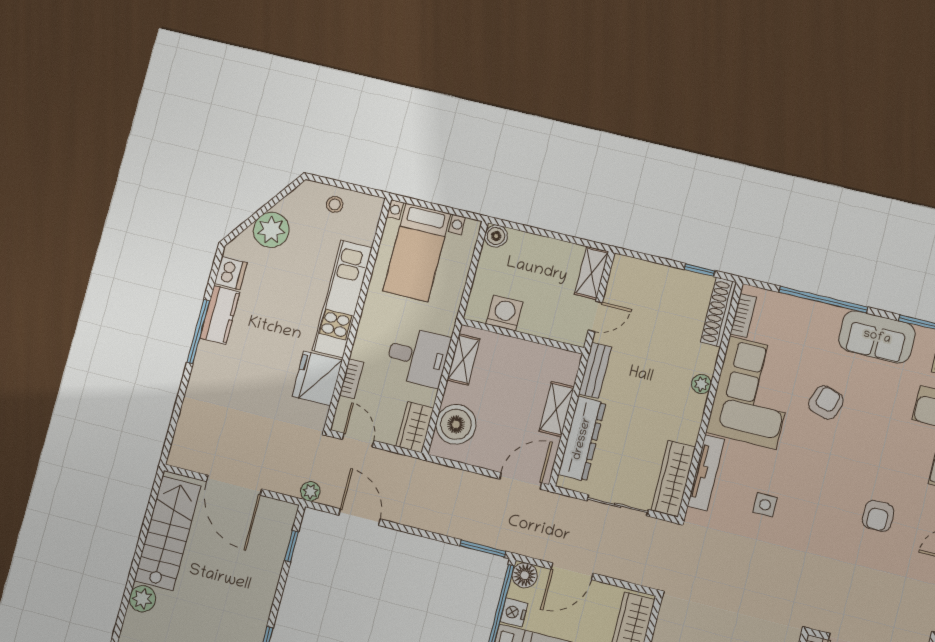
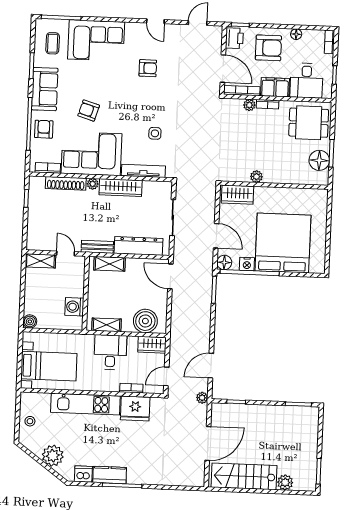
shoe rack: (718, 312) -> (66, 183), moved
armchair: (809, 322) -> (44, 129), added
shelving: (556, 409) -> (110, 264), moved
wardrobe: (673, 479) -> (121, 188), moved

